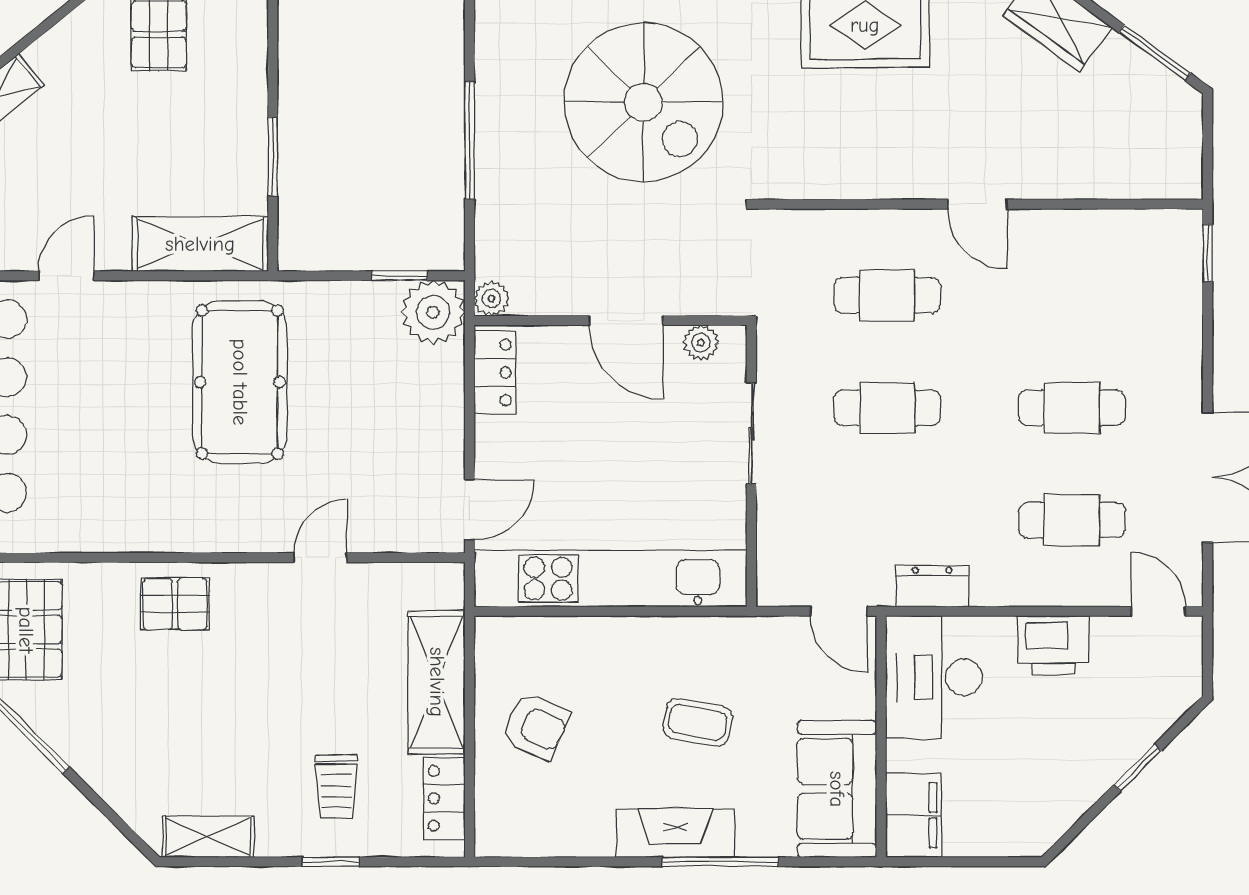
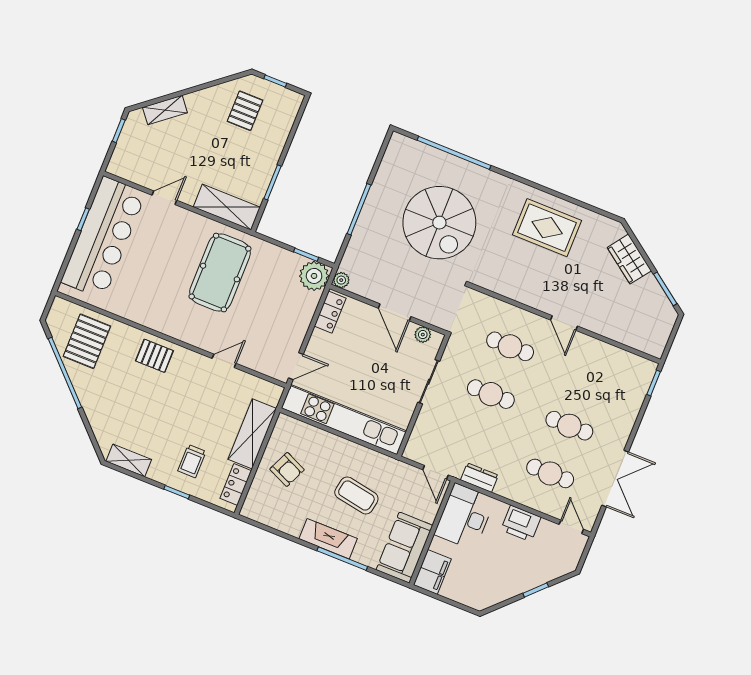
coffee table: (698, 722) -> (356, 495), width x1.36, depth x1.30

